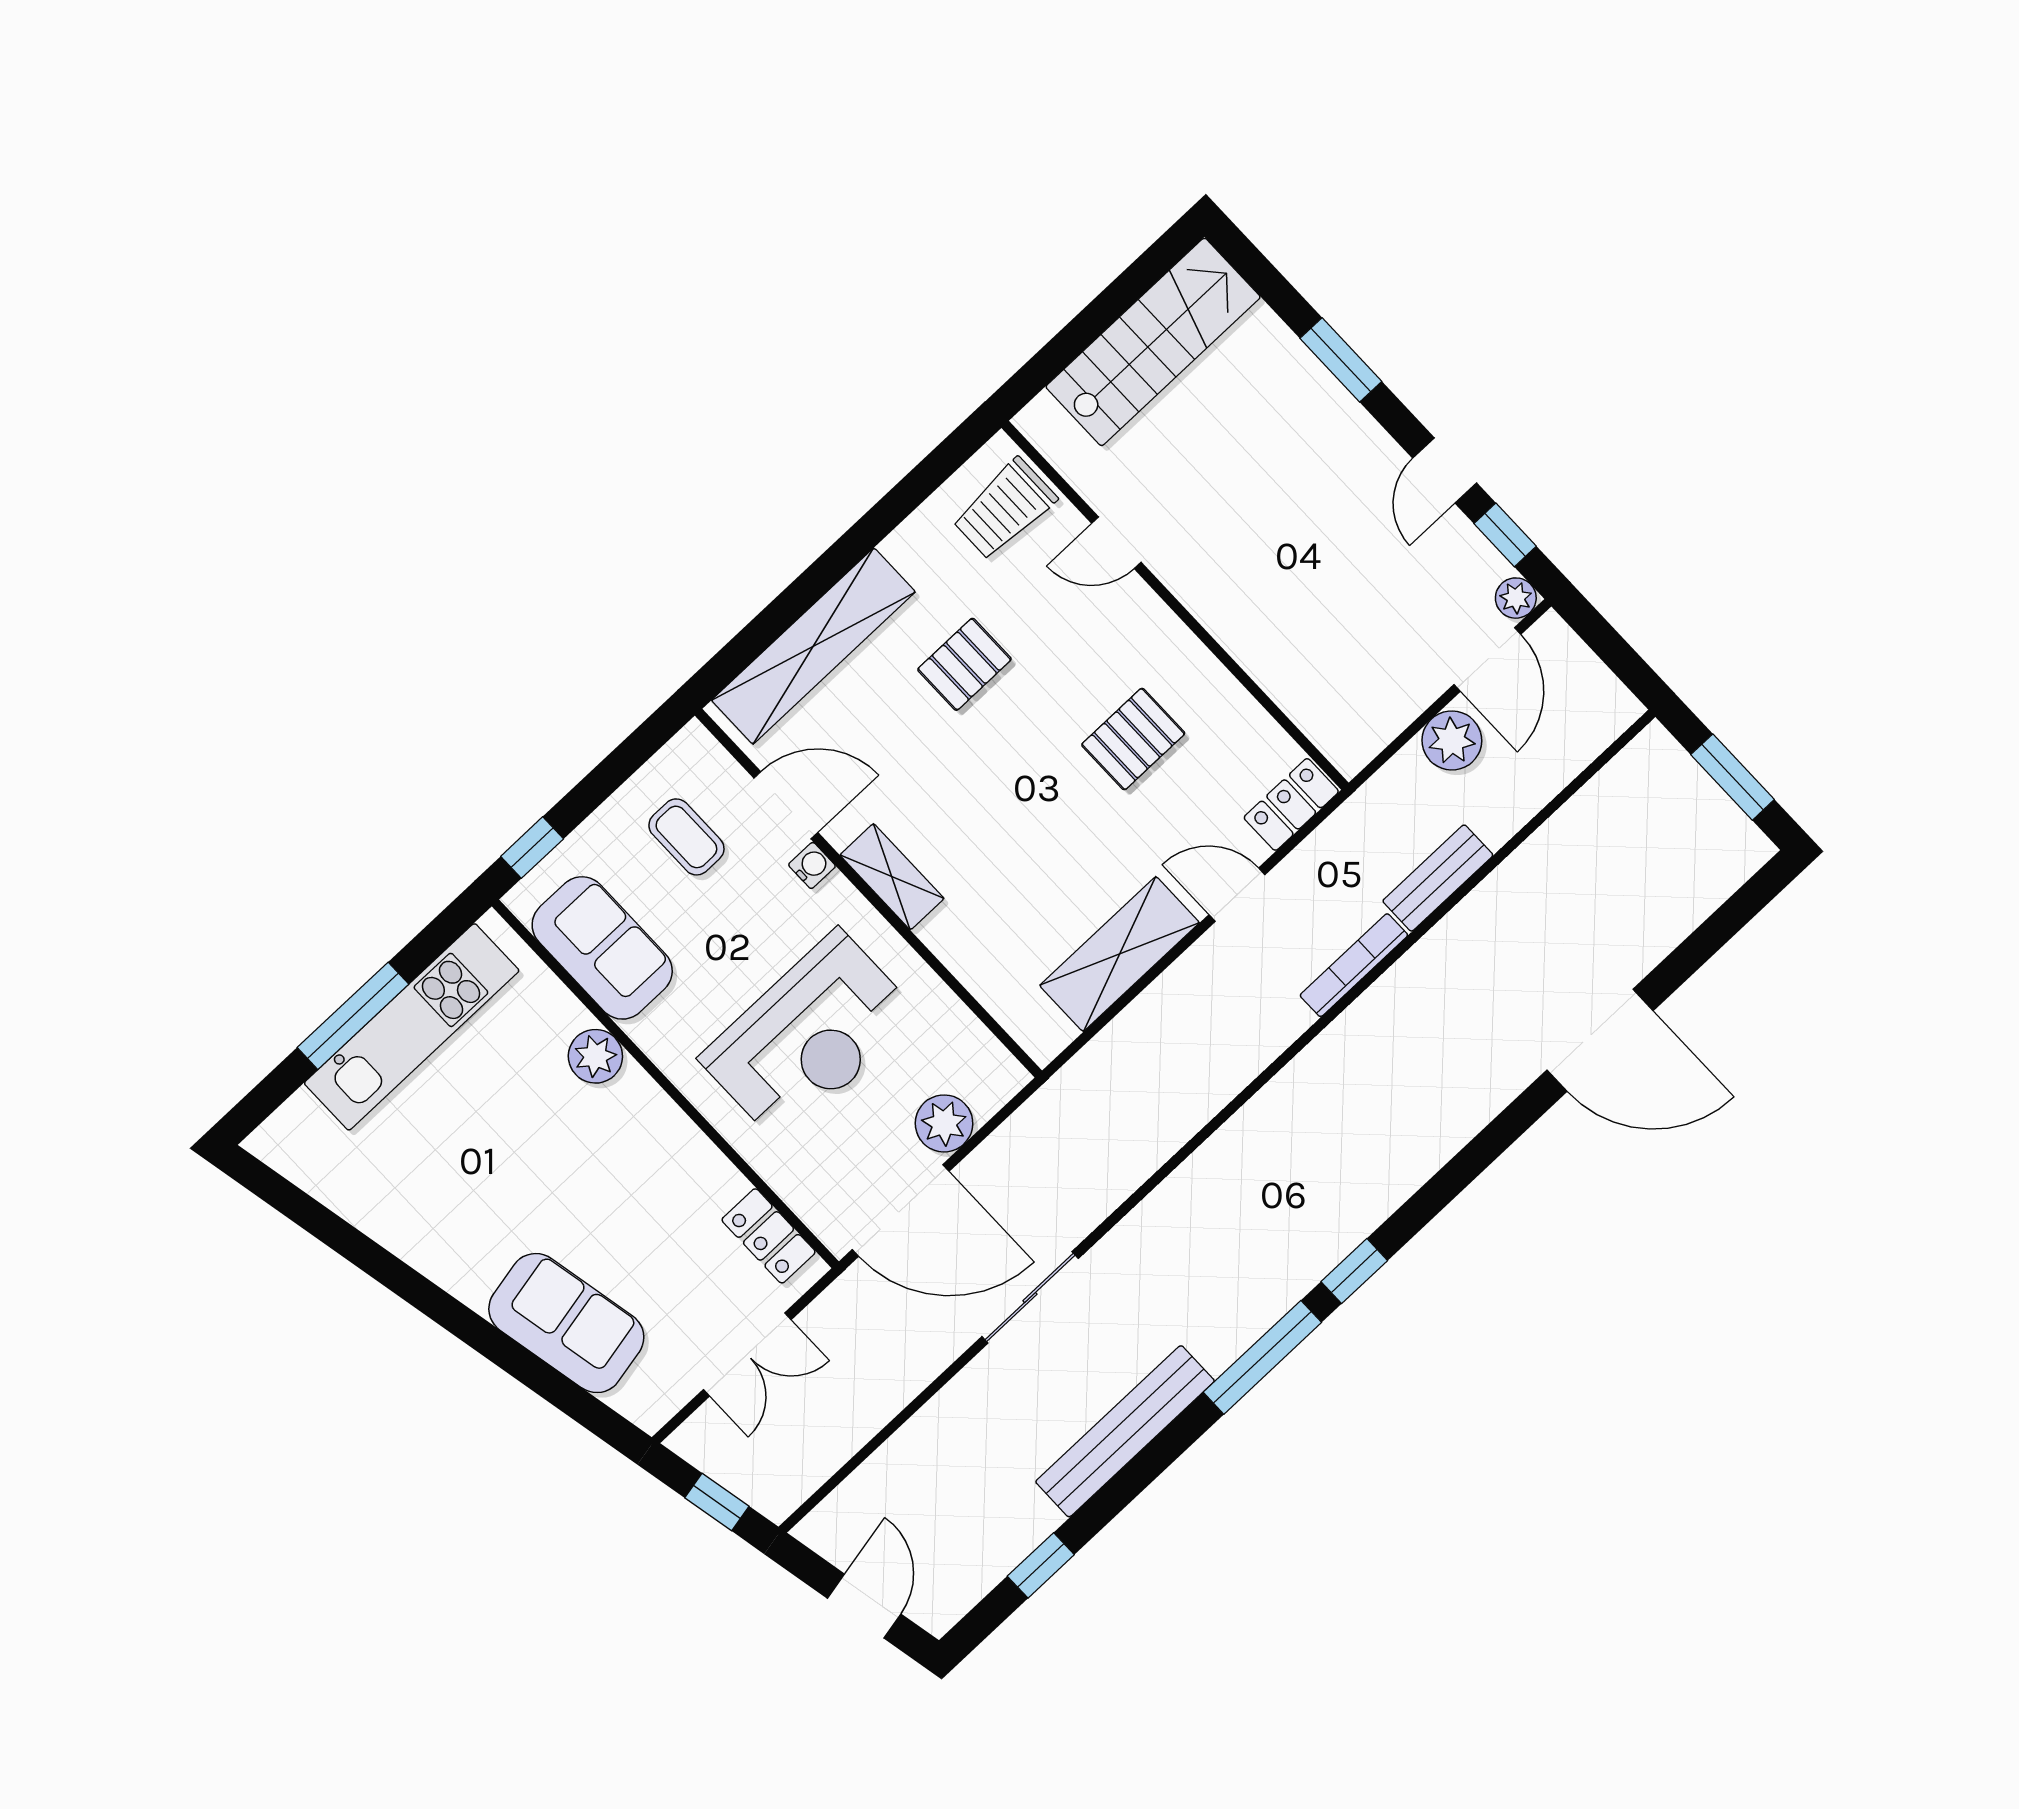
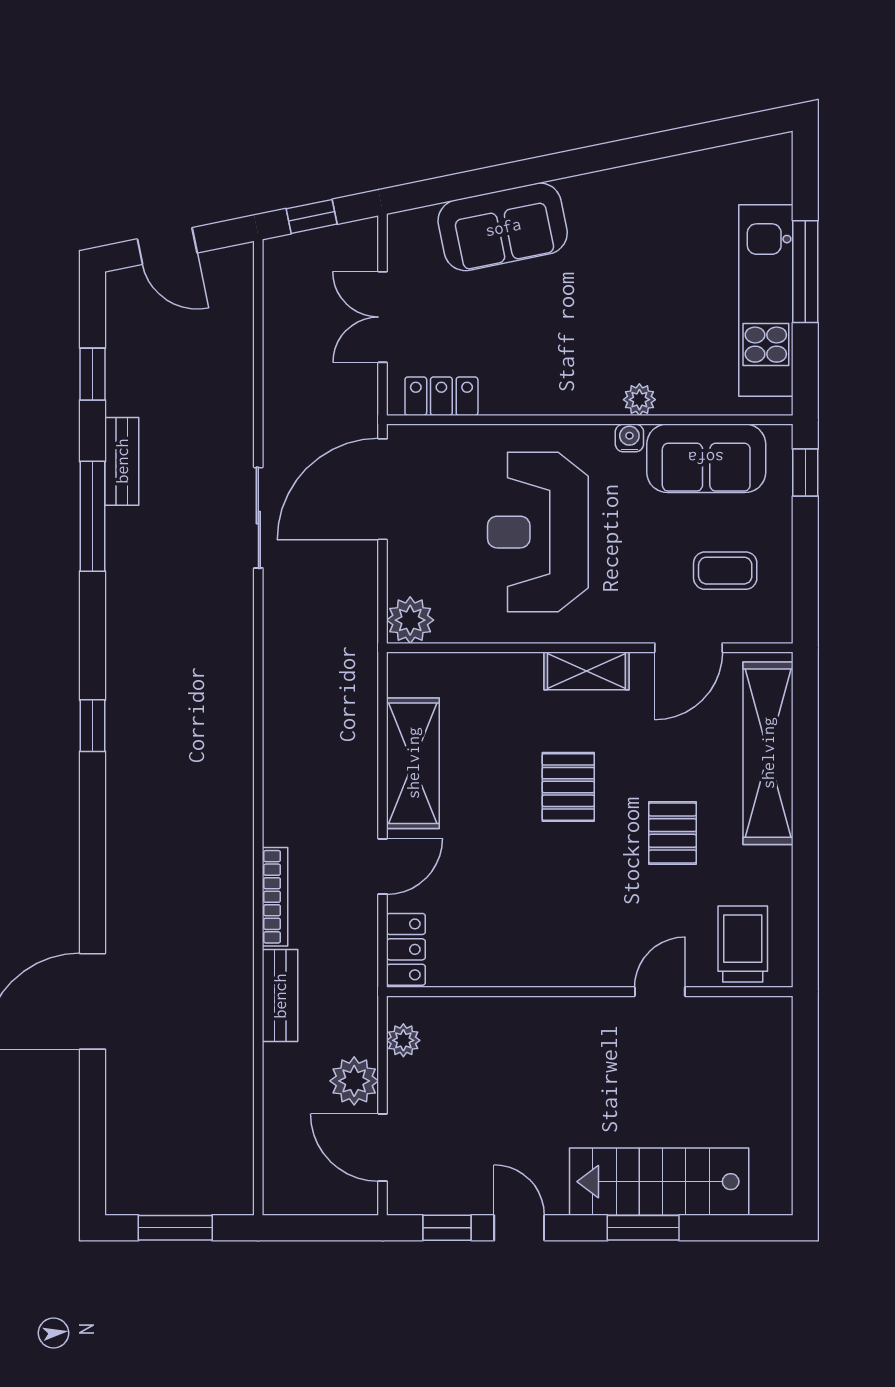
stairs: (1153, 342) -> (659, 1182), moved, turned 90
plant: (1516, 598) -> (403, 1040), moved
pallet: (1133, 739) -> (568, 787), moved
water cooler: (812, 865) -> (629, 438), moved, turned 180
plant: (595, 1056) -> (639, 400), width x0.73, depth x0.73
plant: (944, 1123) -> (410, 620), moved
window: (1262, 1357) -> (93, 516), moved
bench: (1125, 1431) -> (122, 461), width x0.54, depth x0.82

